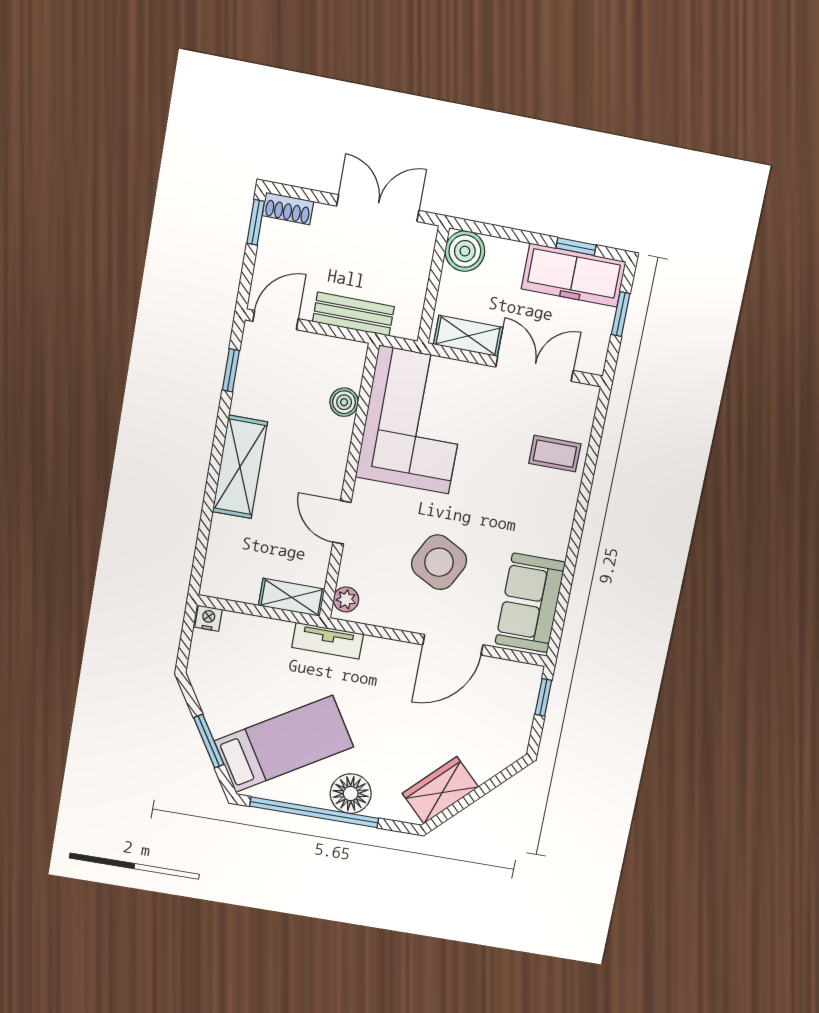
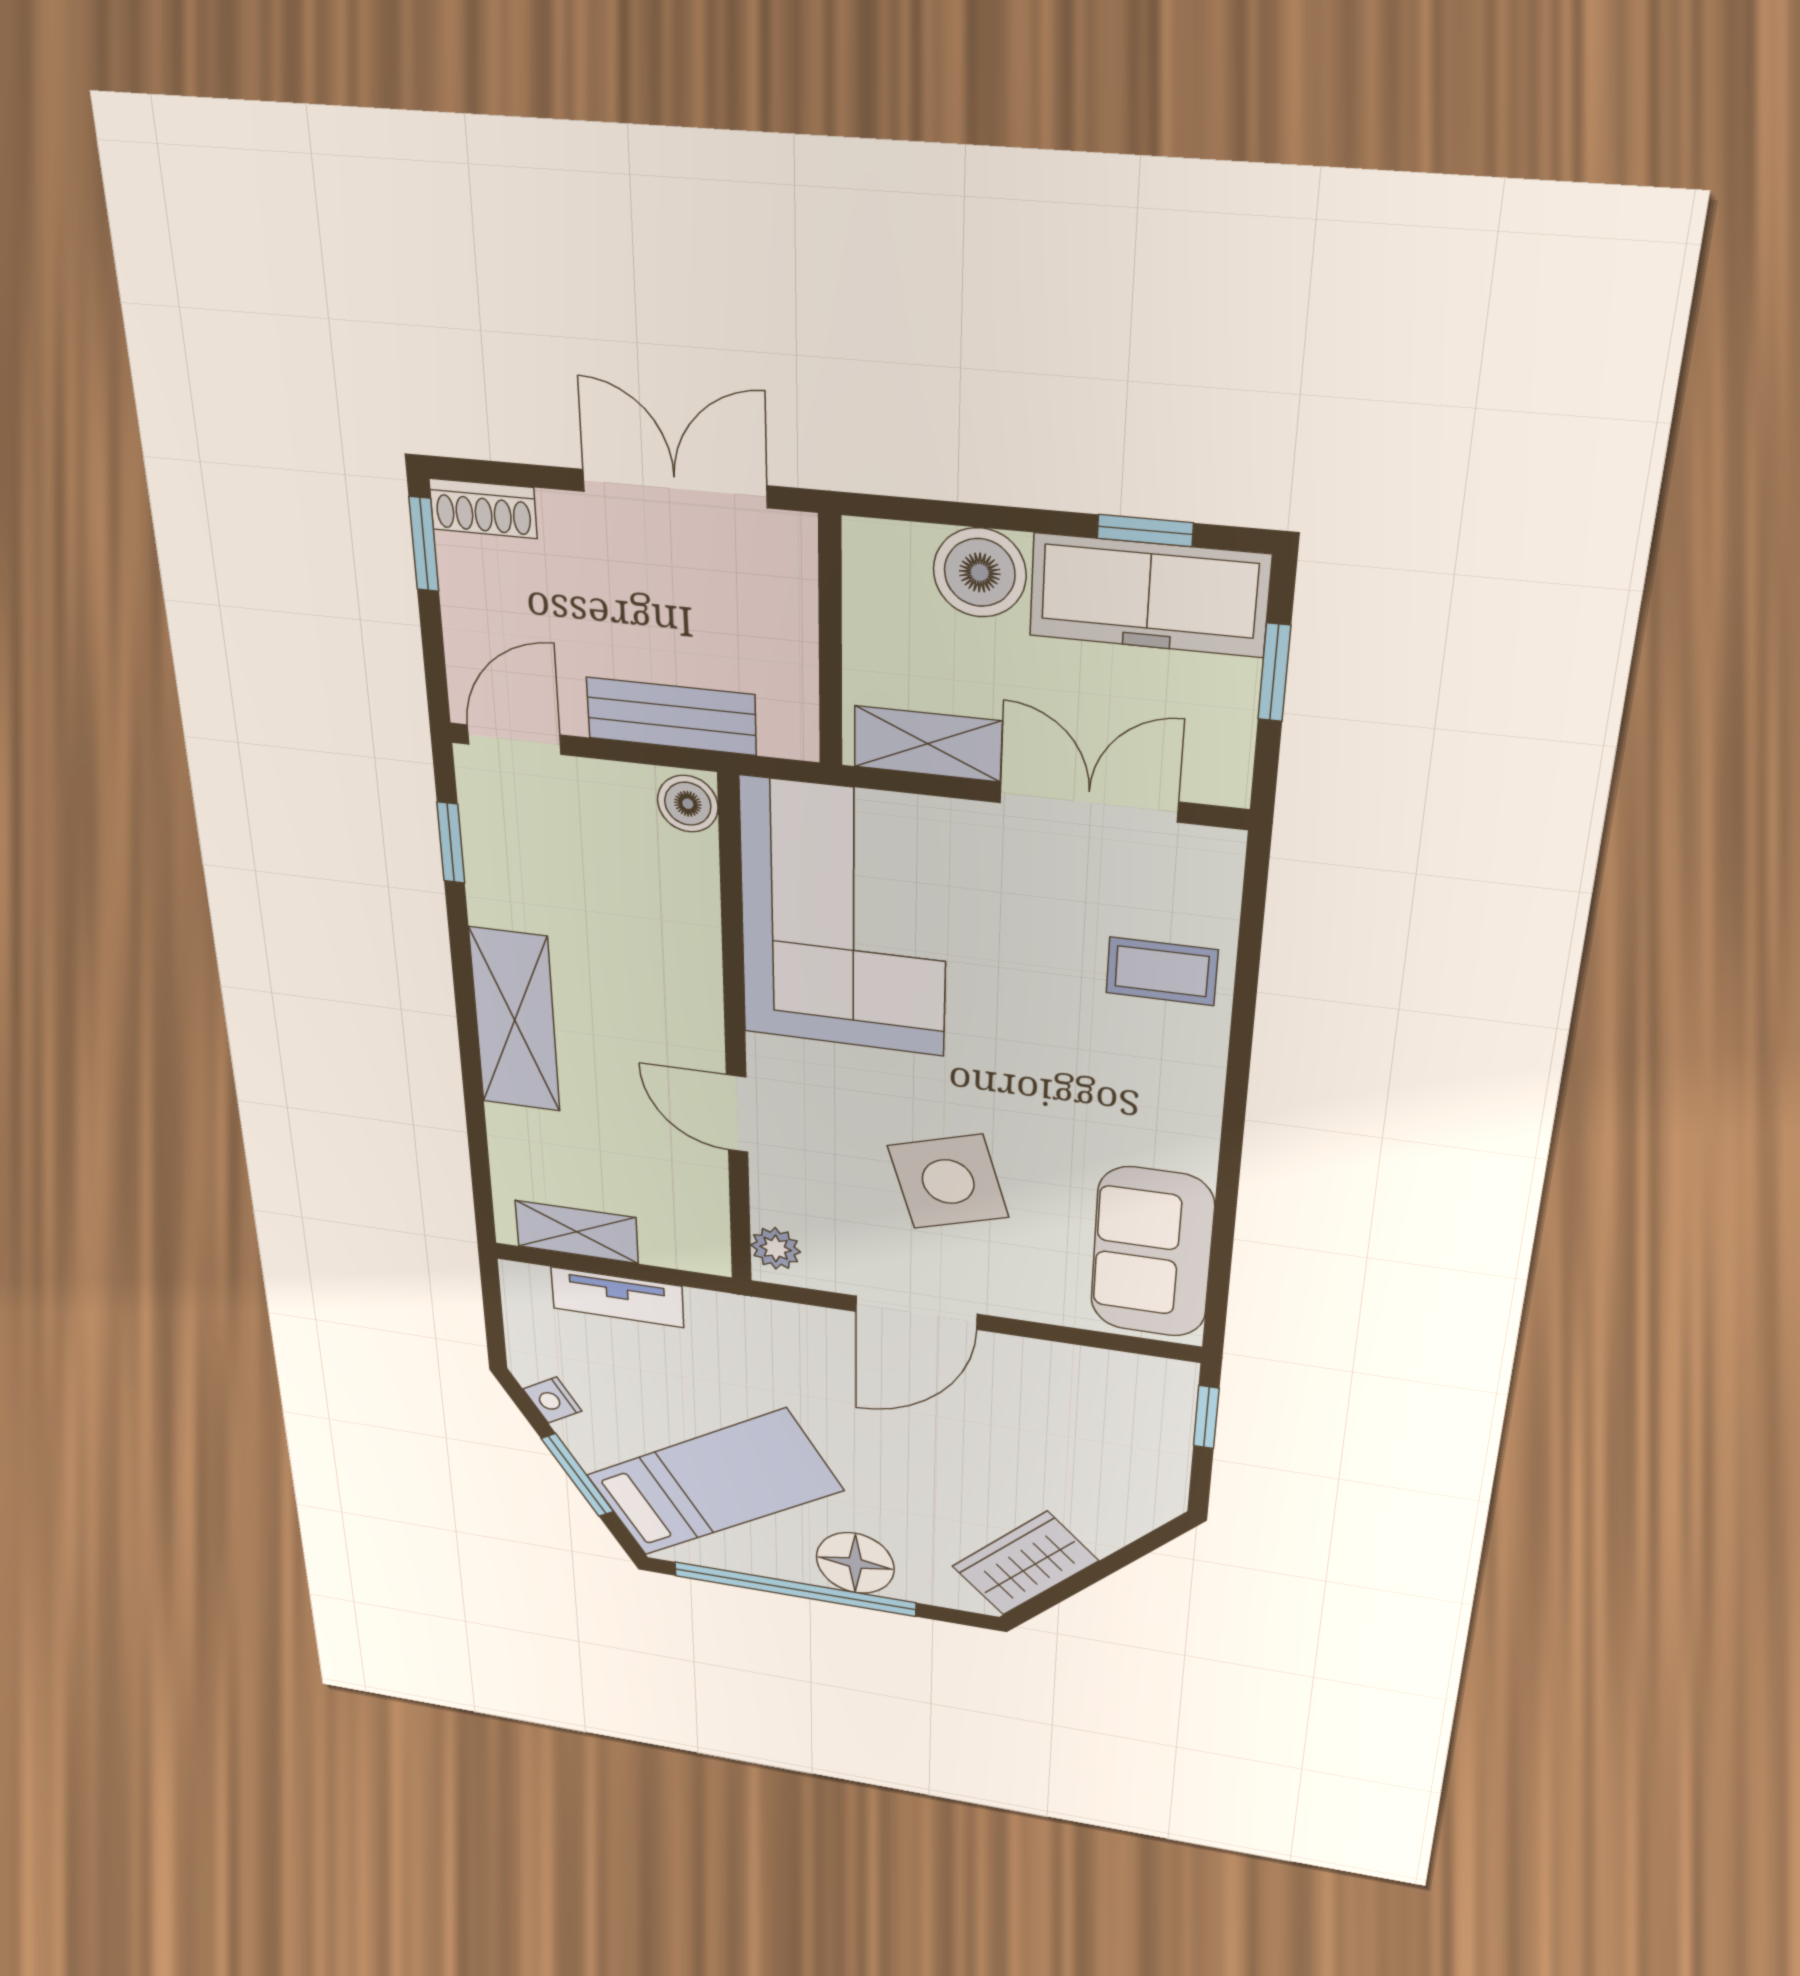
boiler: (465, 251) -> (980, 572), moved
boiler: (344, 402) -> (688, 804), moved
side table: (439, 562) -> (948, 1182), turned 45
shelving: (292, 597) -> (577, 1232), moved
nightstand: (208, 618) -> (552, 1400), moved, turned -122
tv unit: (328, 641) -> (617, 1297), moved
door: (453, 645) -> (916, 1313), moved

